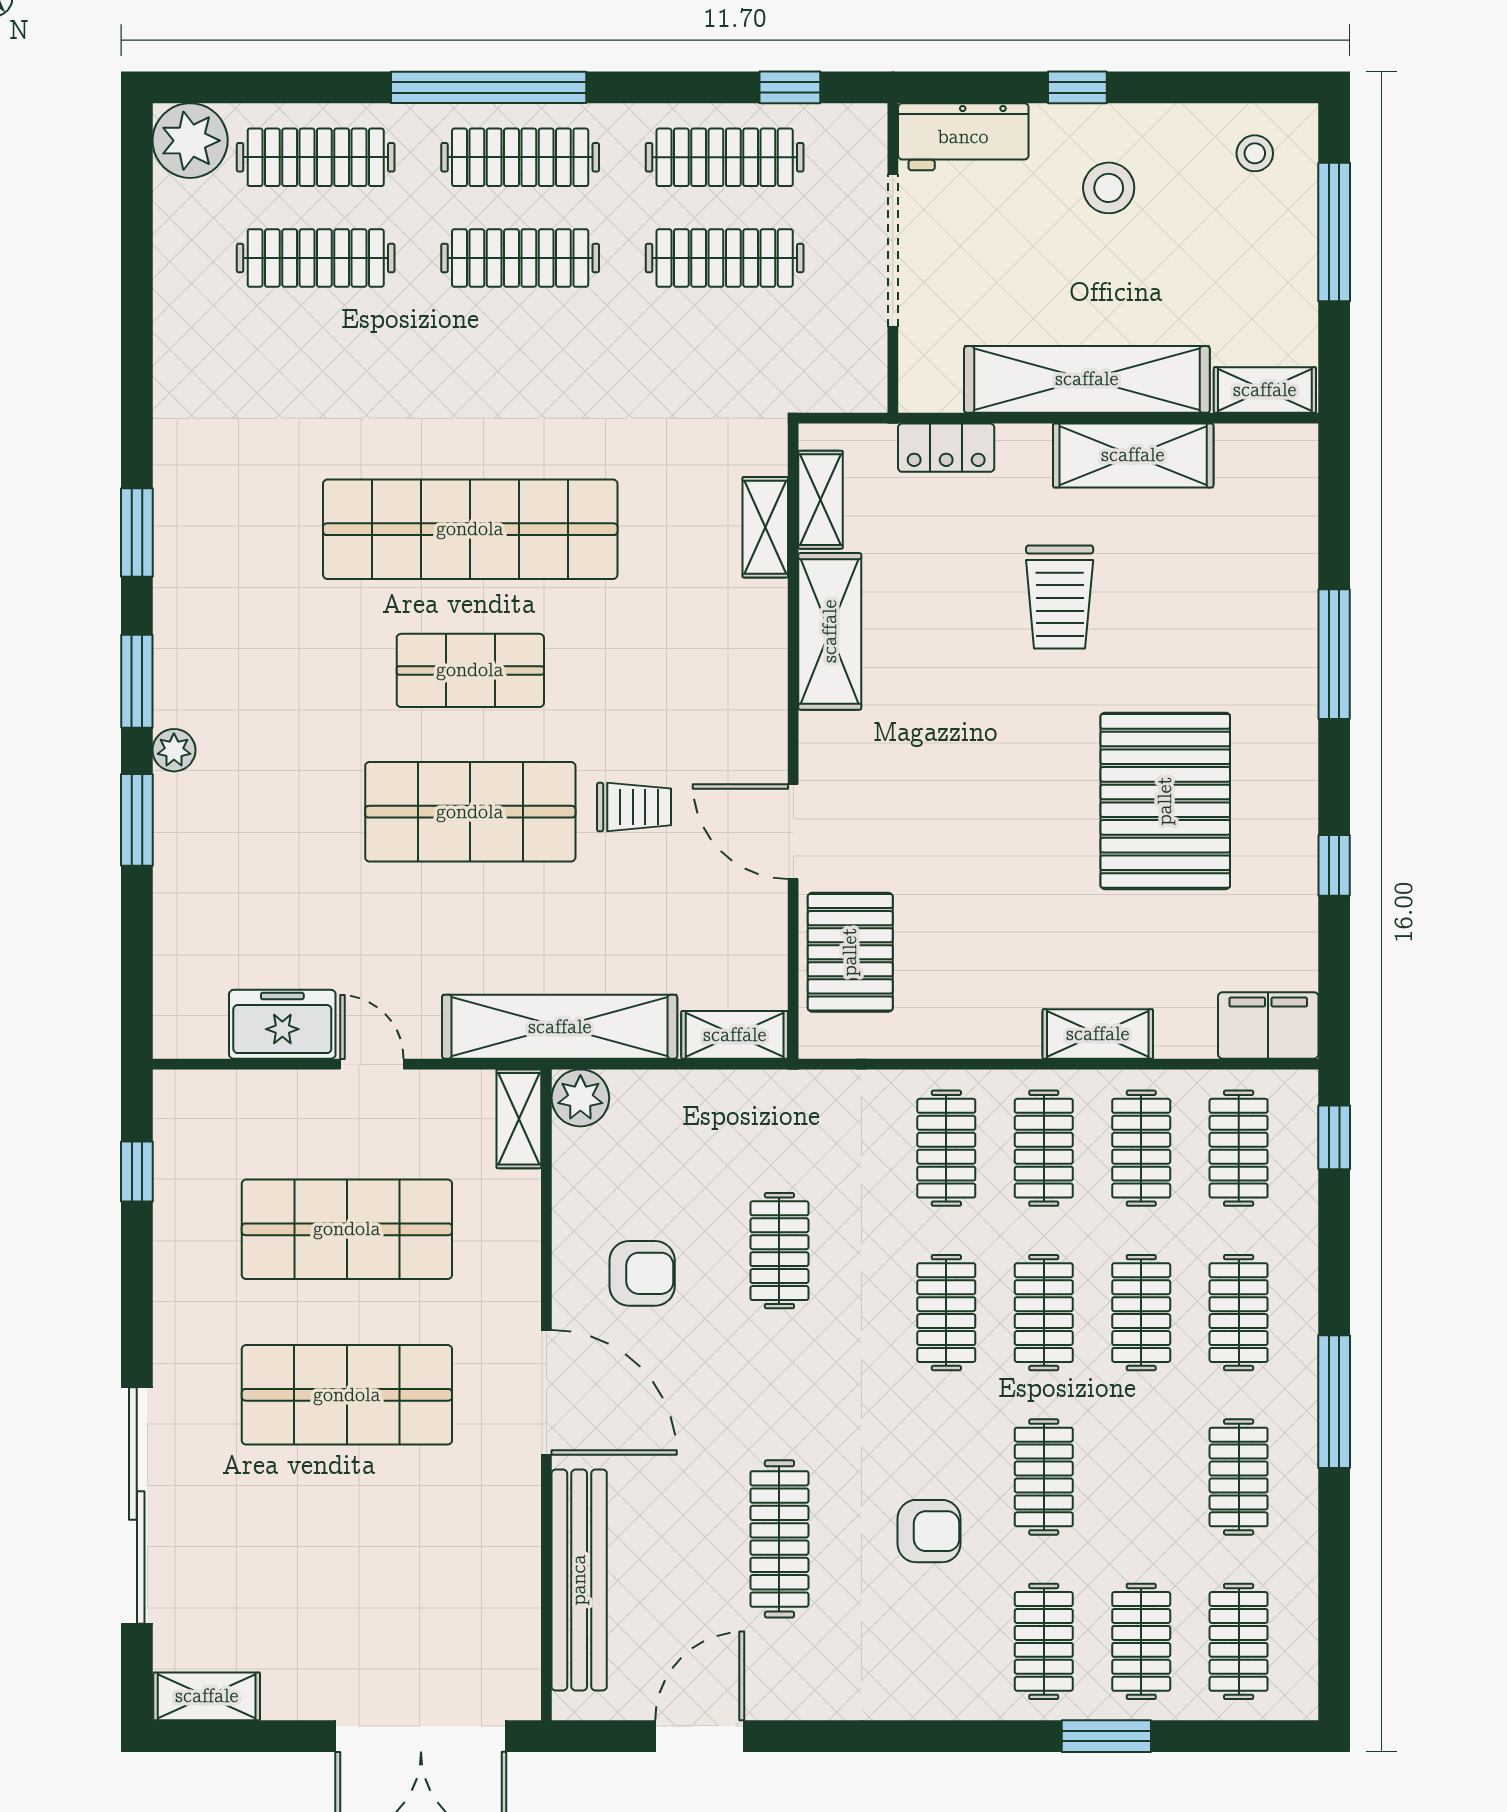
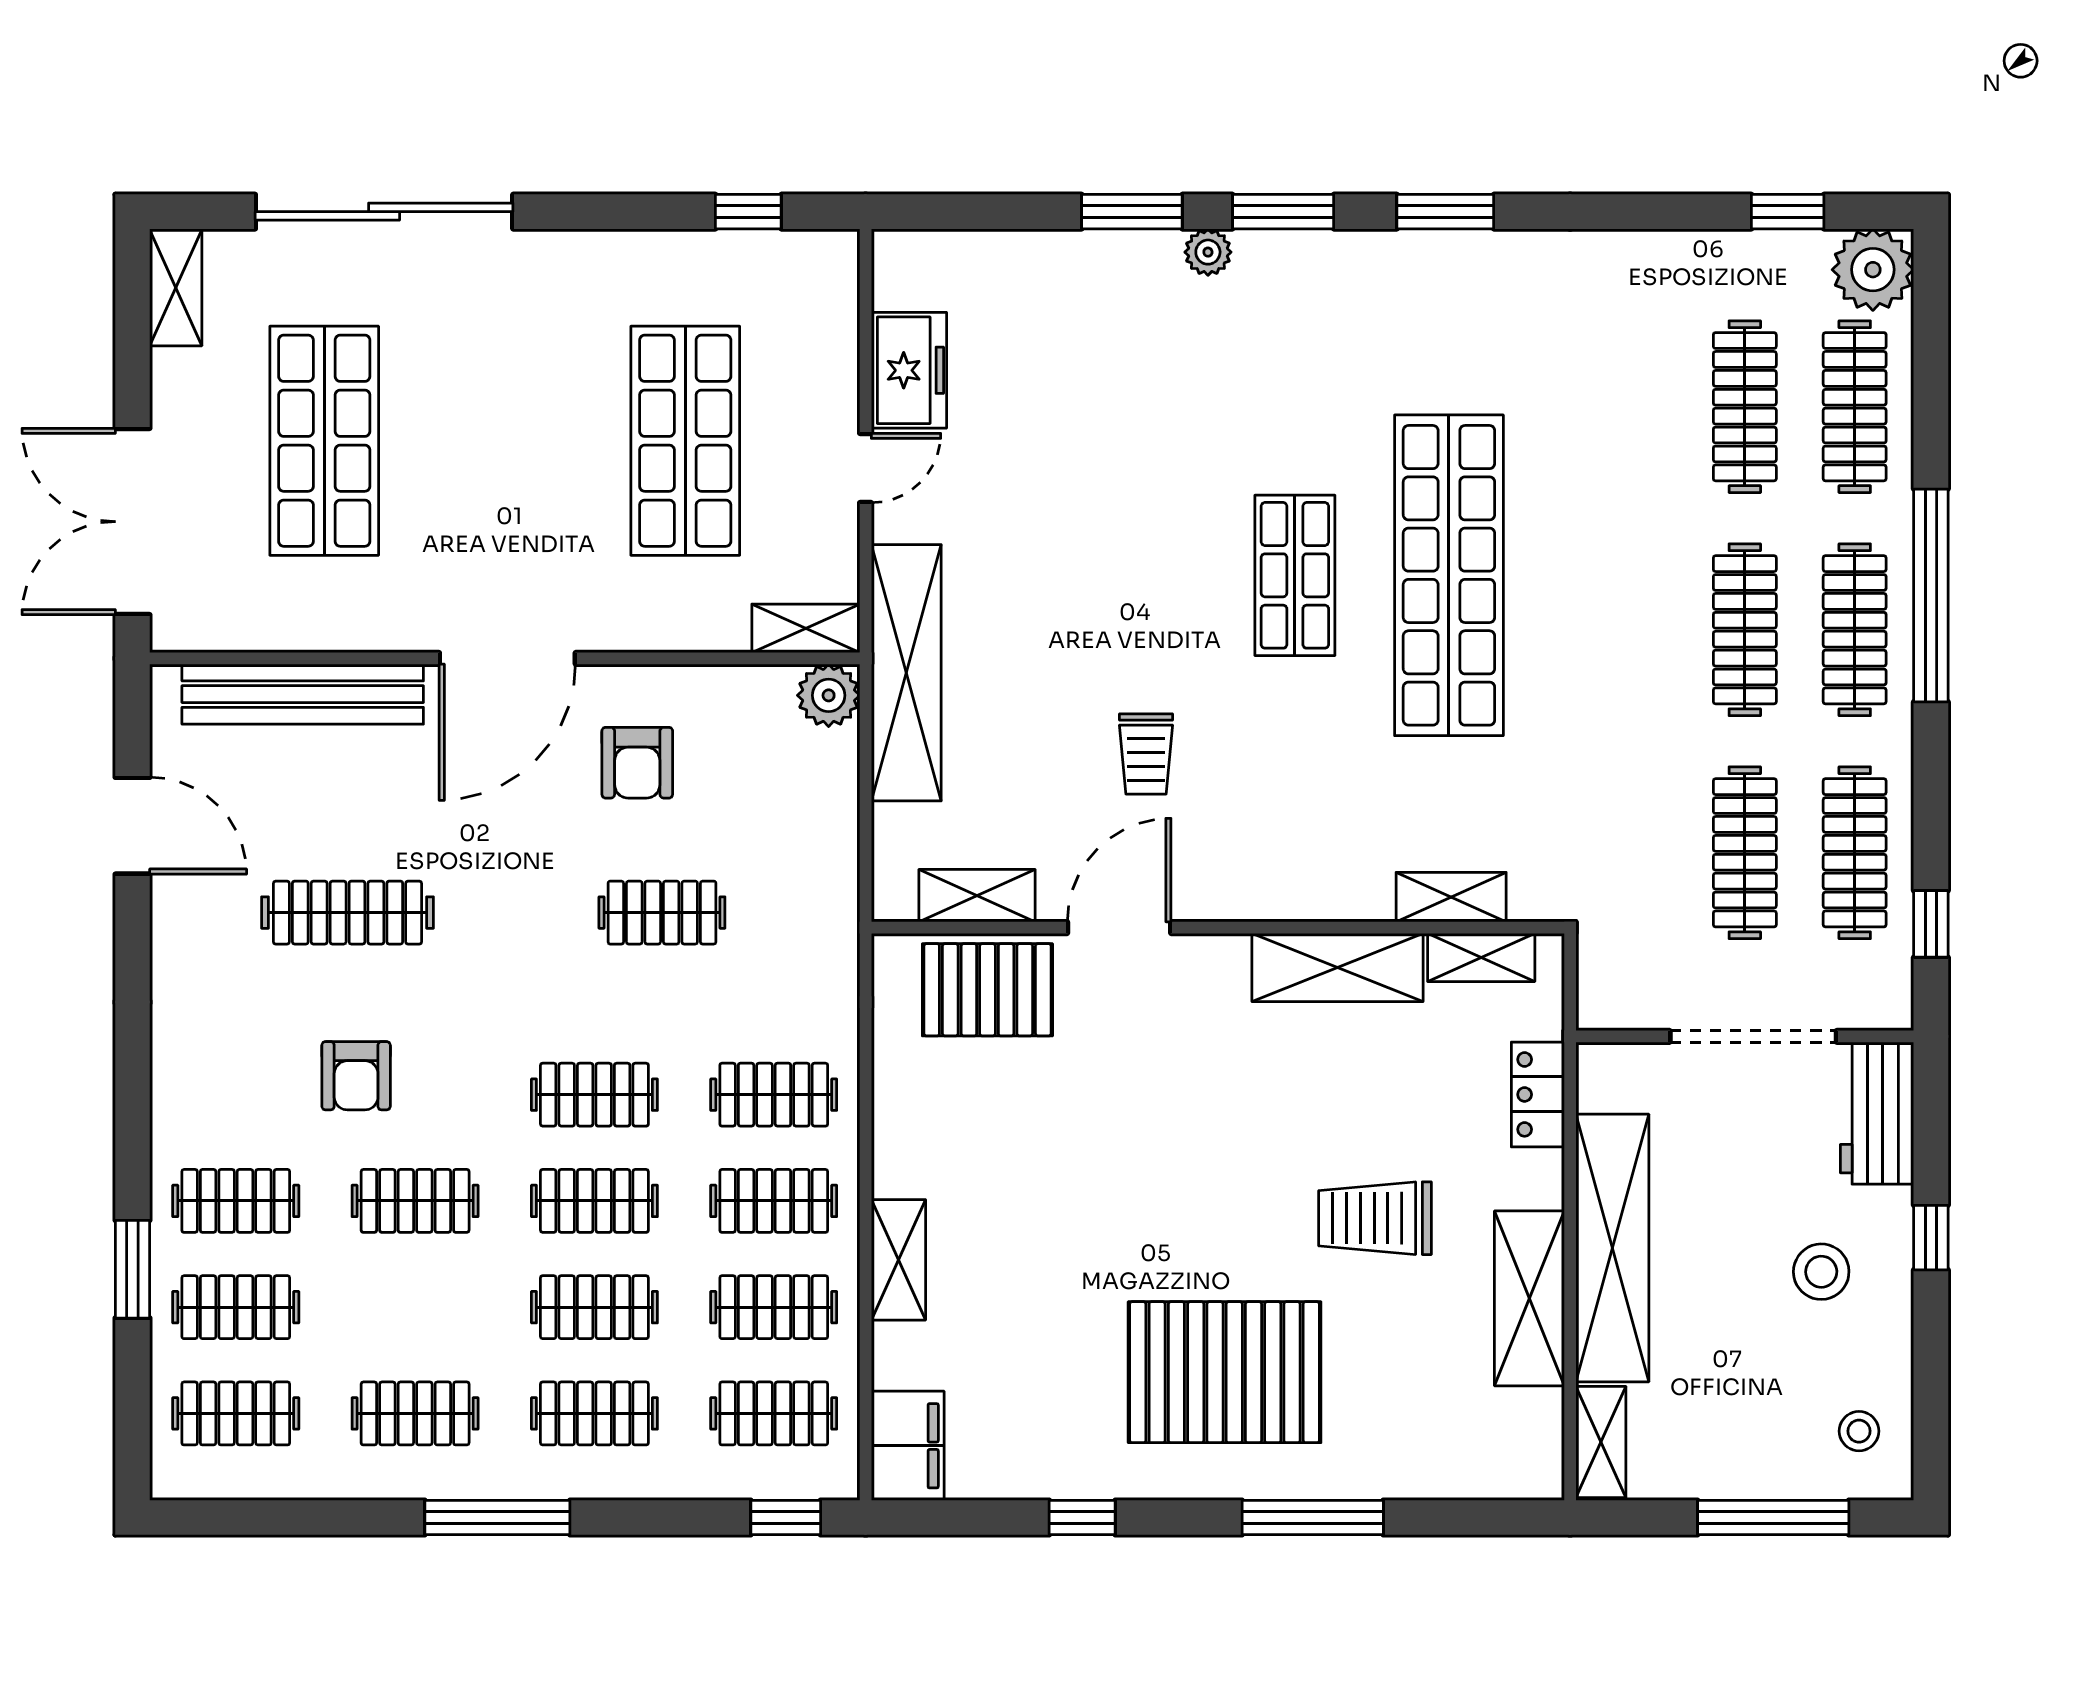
window: (137, 219) -> (1788, 212), added
pallet: (1165, 801) -> (1225, 1372), moved
shop shelf: (470, 812) -> (1141, 575), removed
shelving: (735, 1035) -> (977, 896), moved, turned 90
shop shelf: (347, 1395) -> (324, 441), moved

